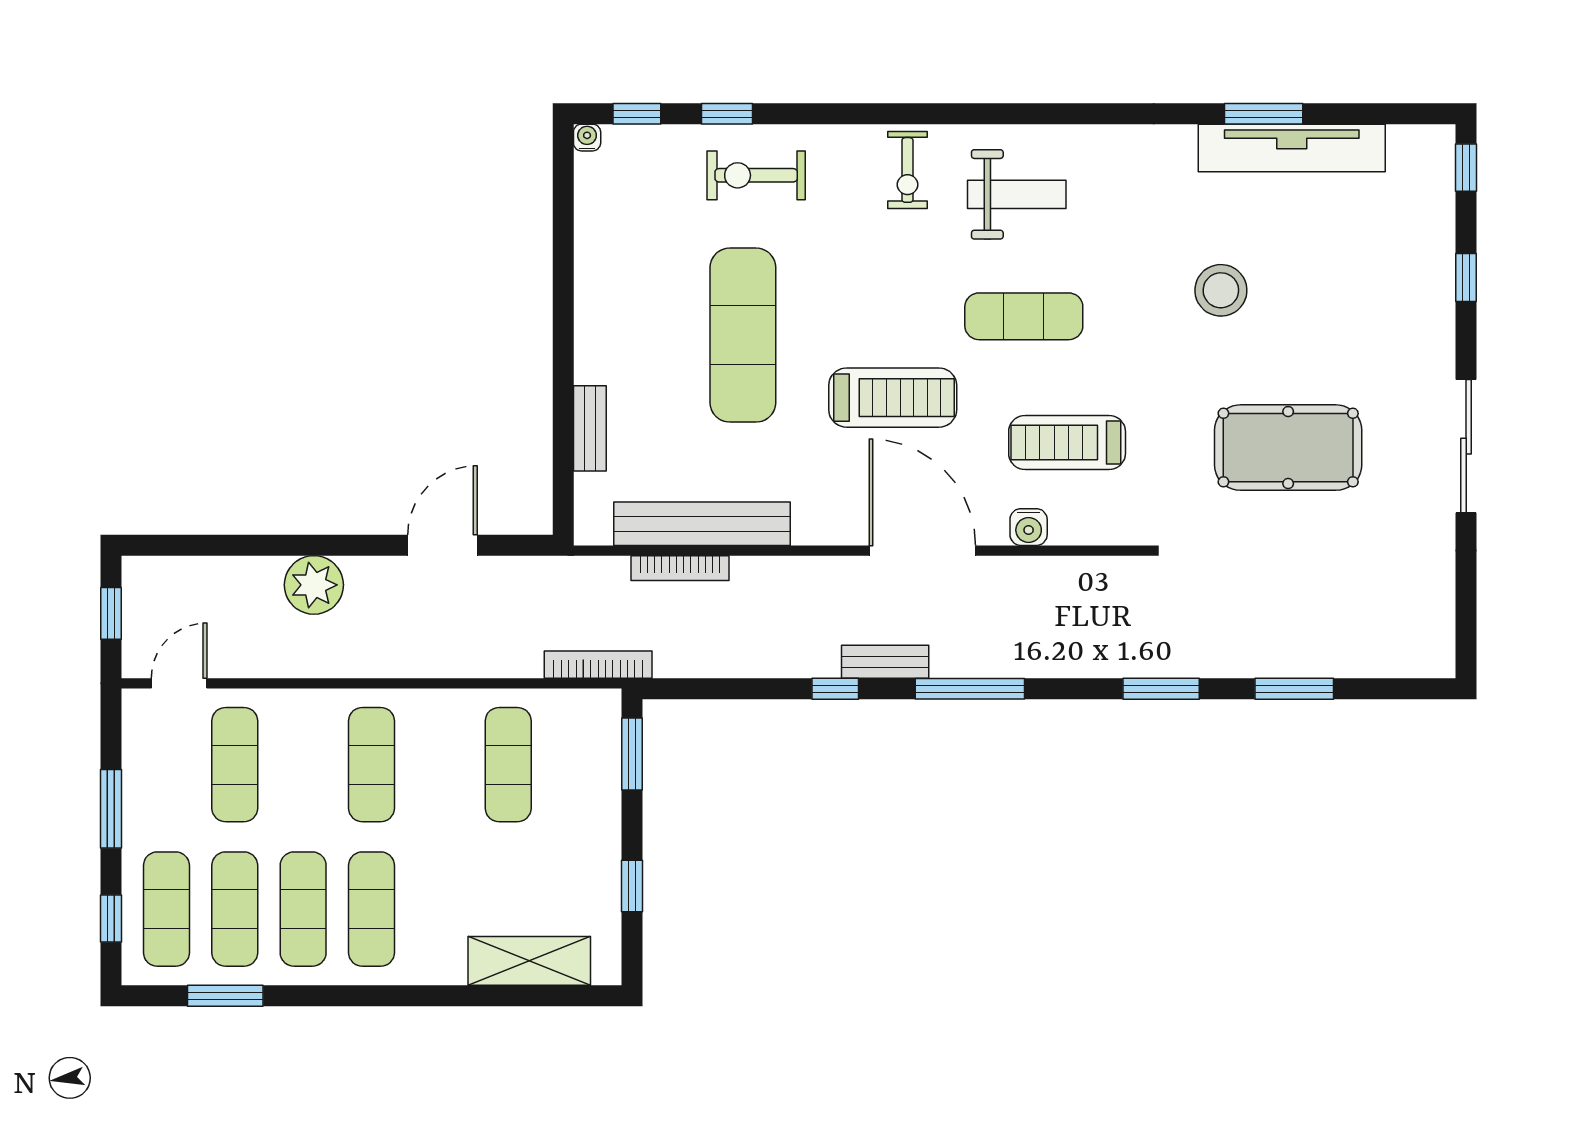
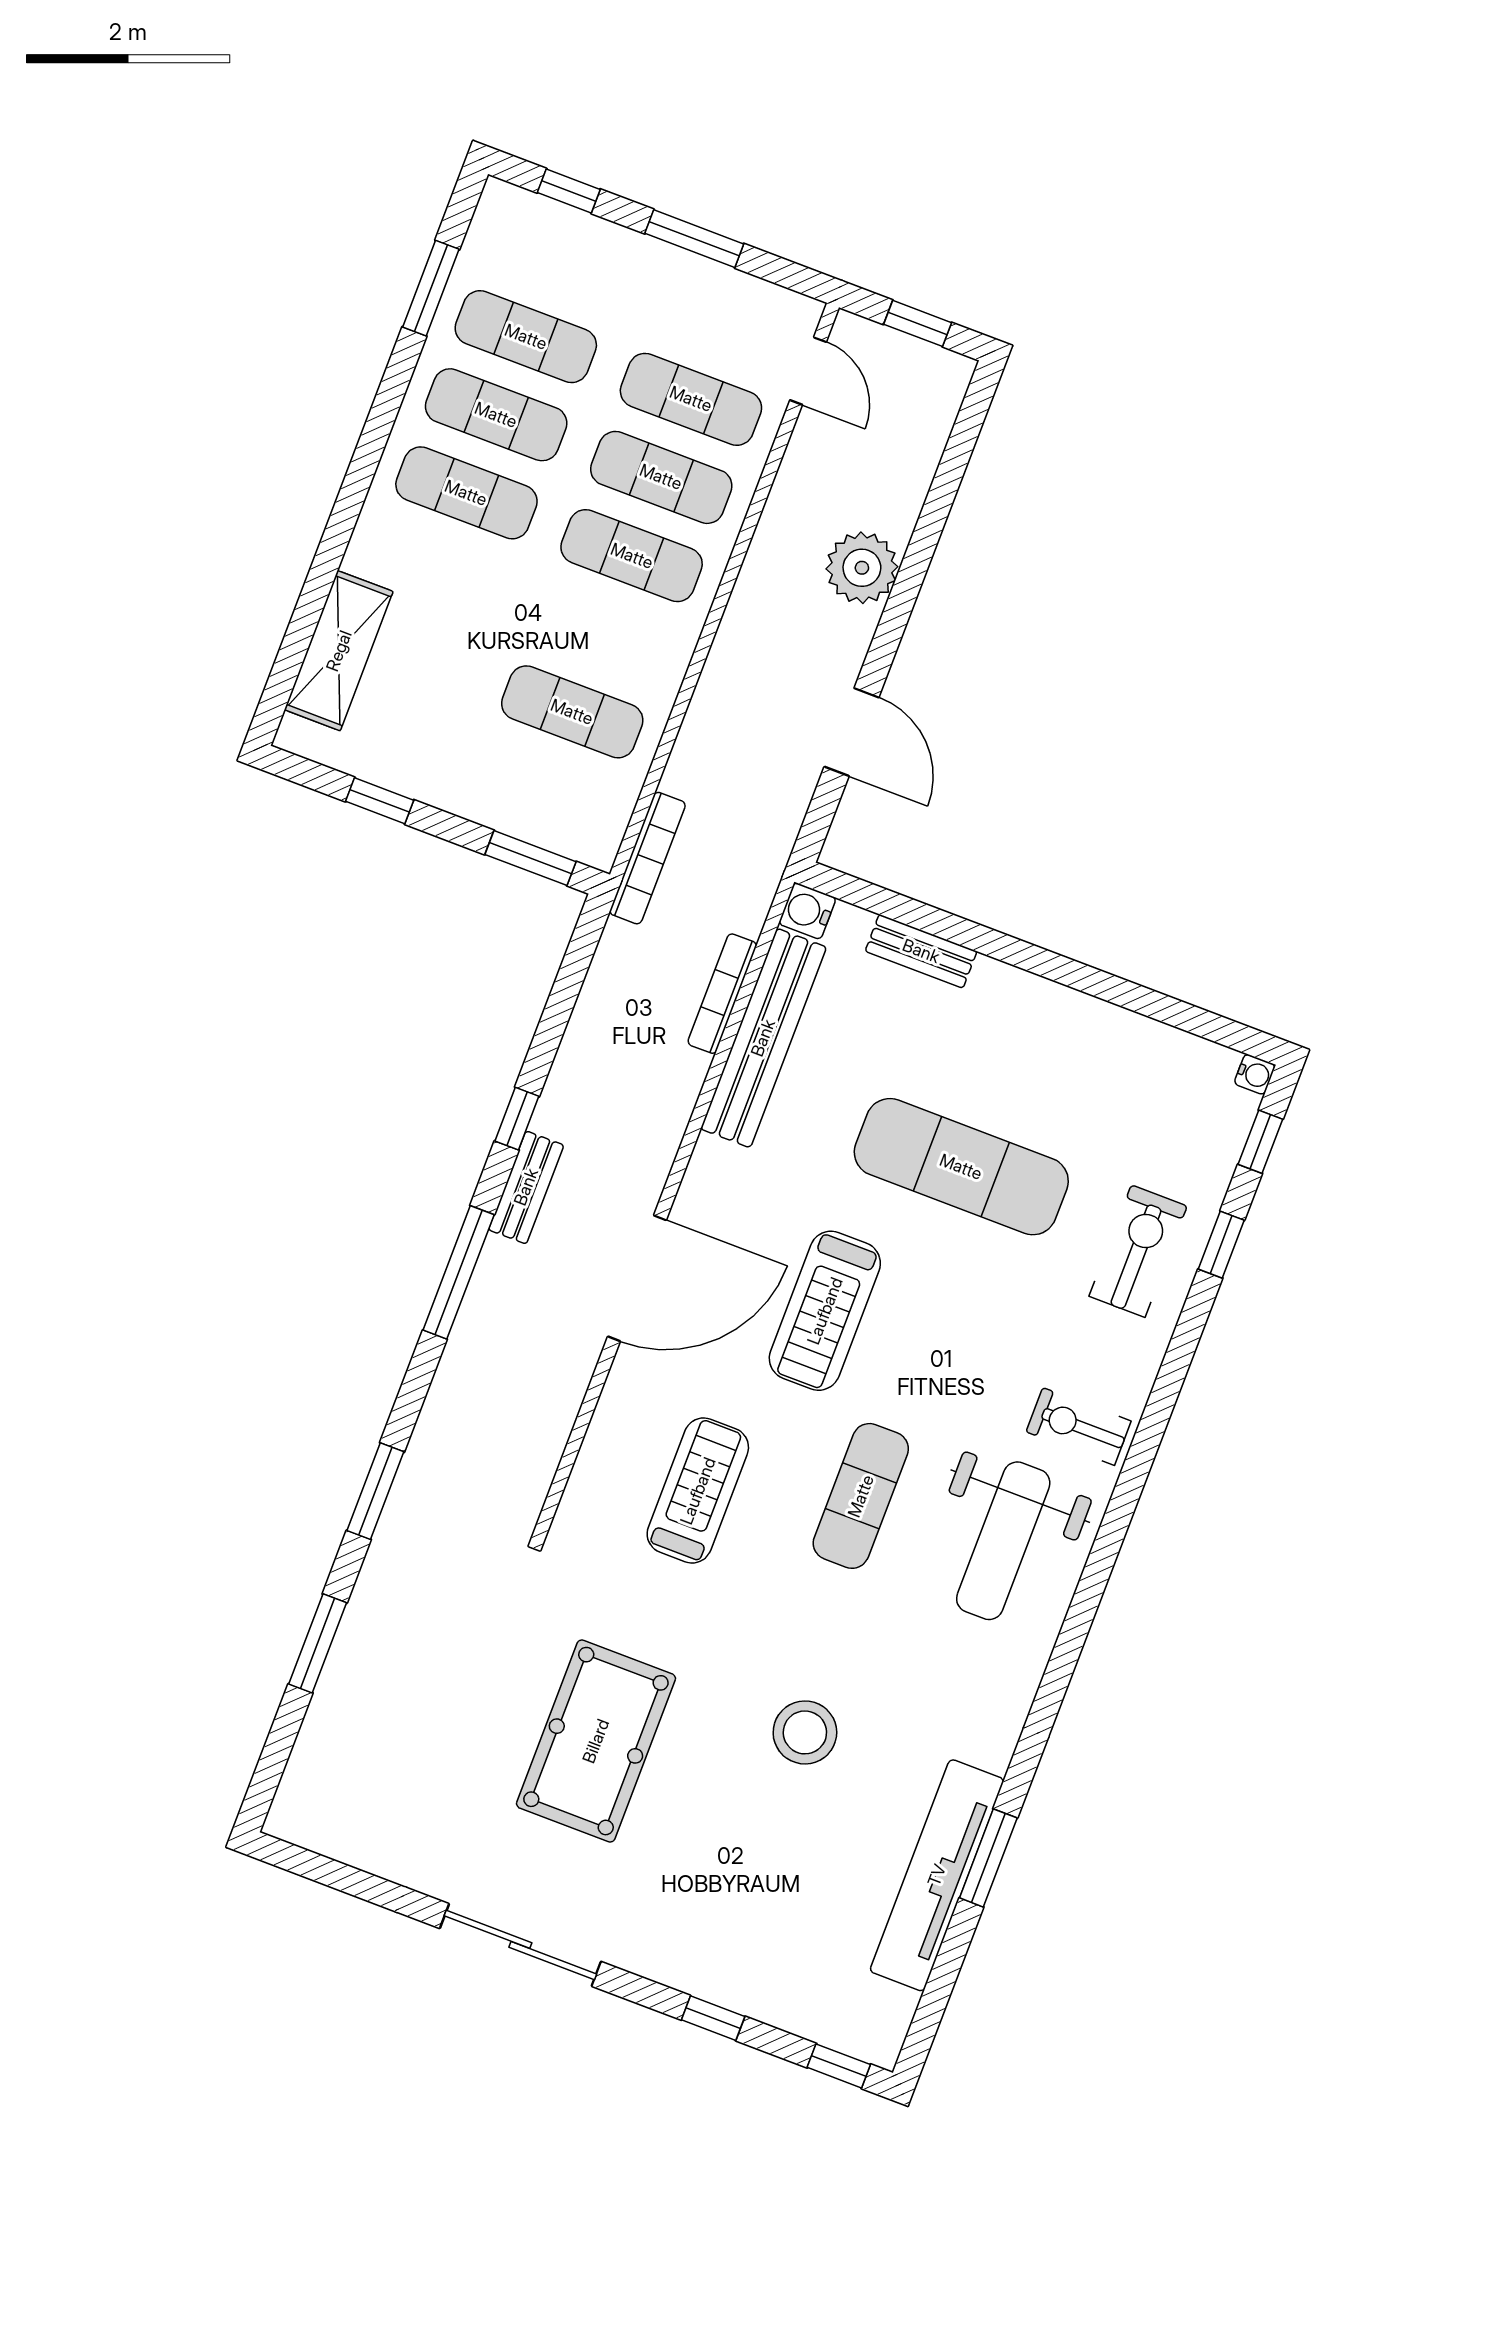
weight bench: (1017, 194) -> (1003, 1541), width x1.36, depth x1.33
water cooler: (1029, 527) -> (807, 911), moved
exercise mat: (166, 909) -> (661, 477), moved

